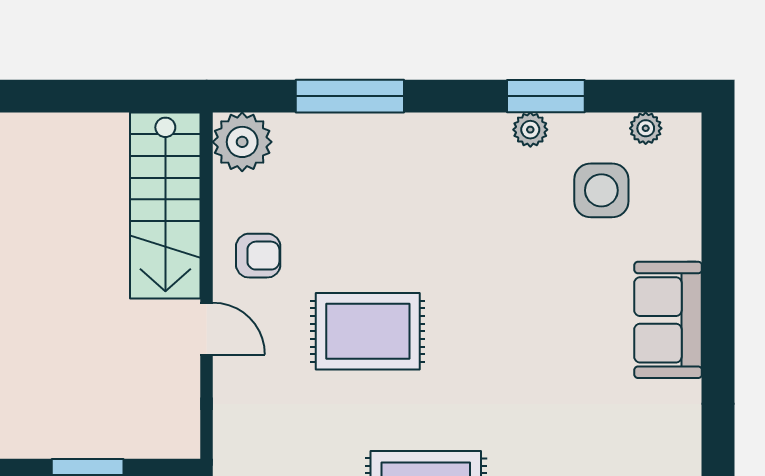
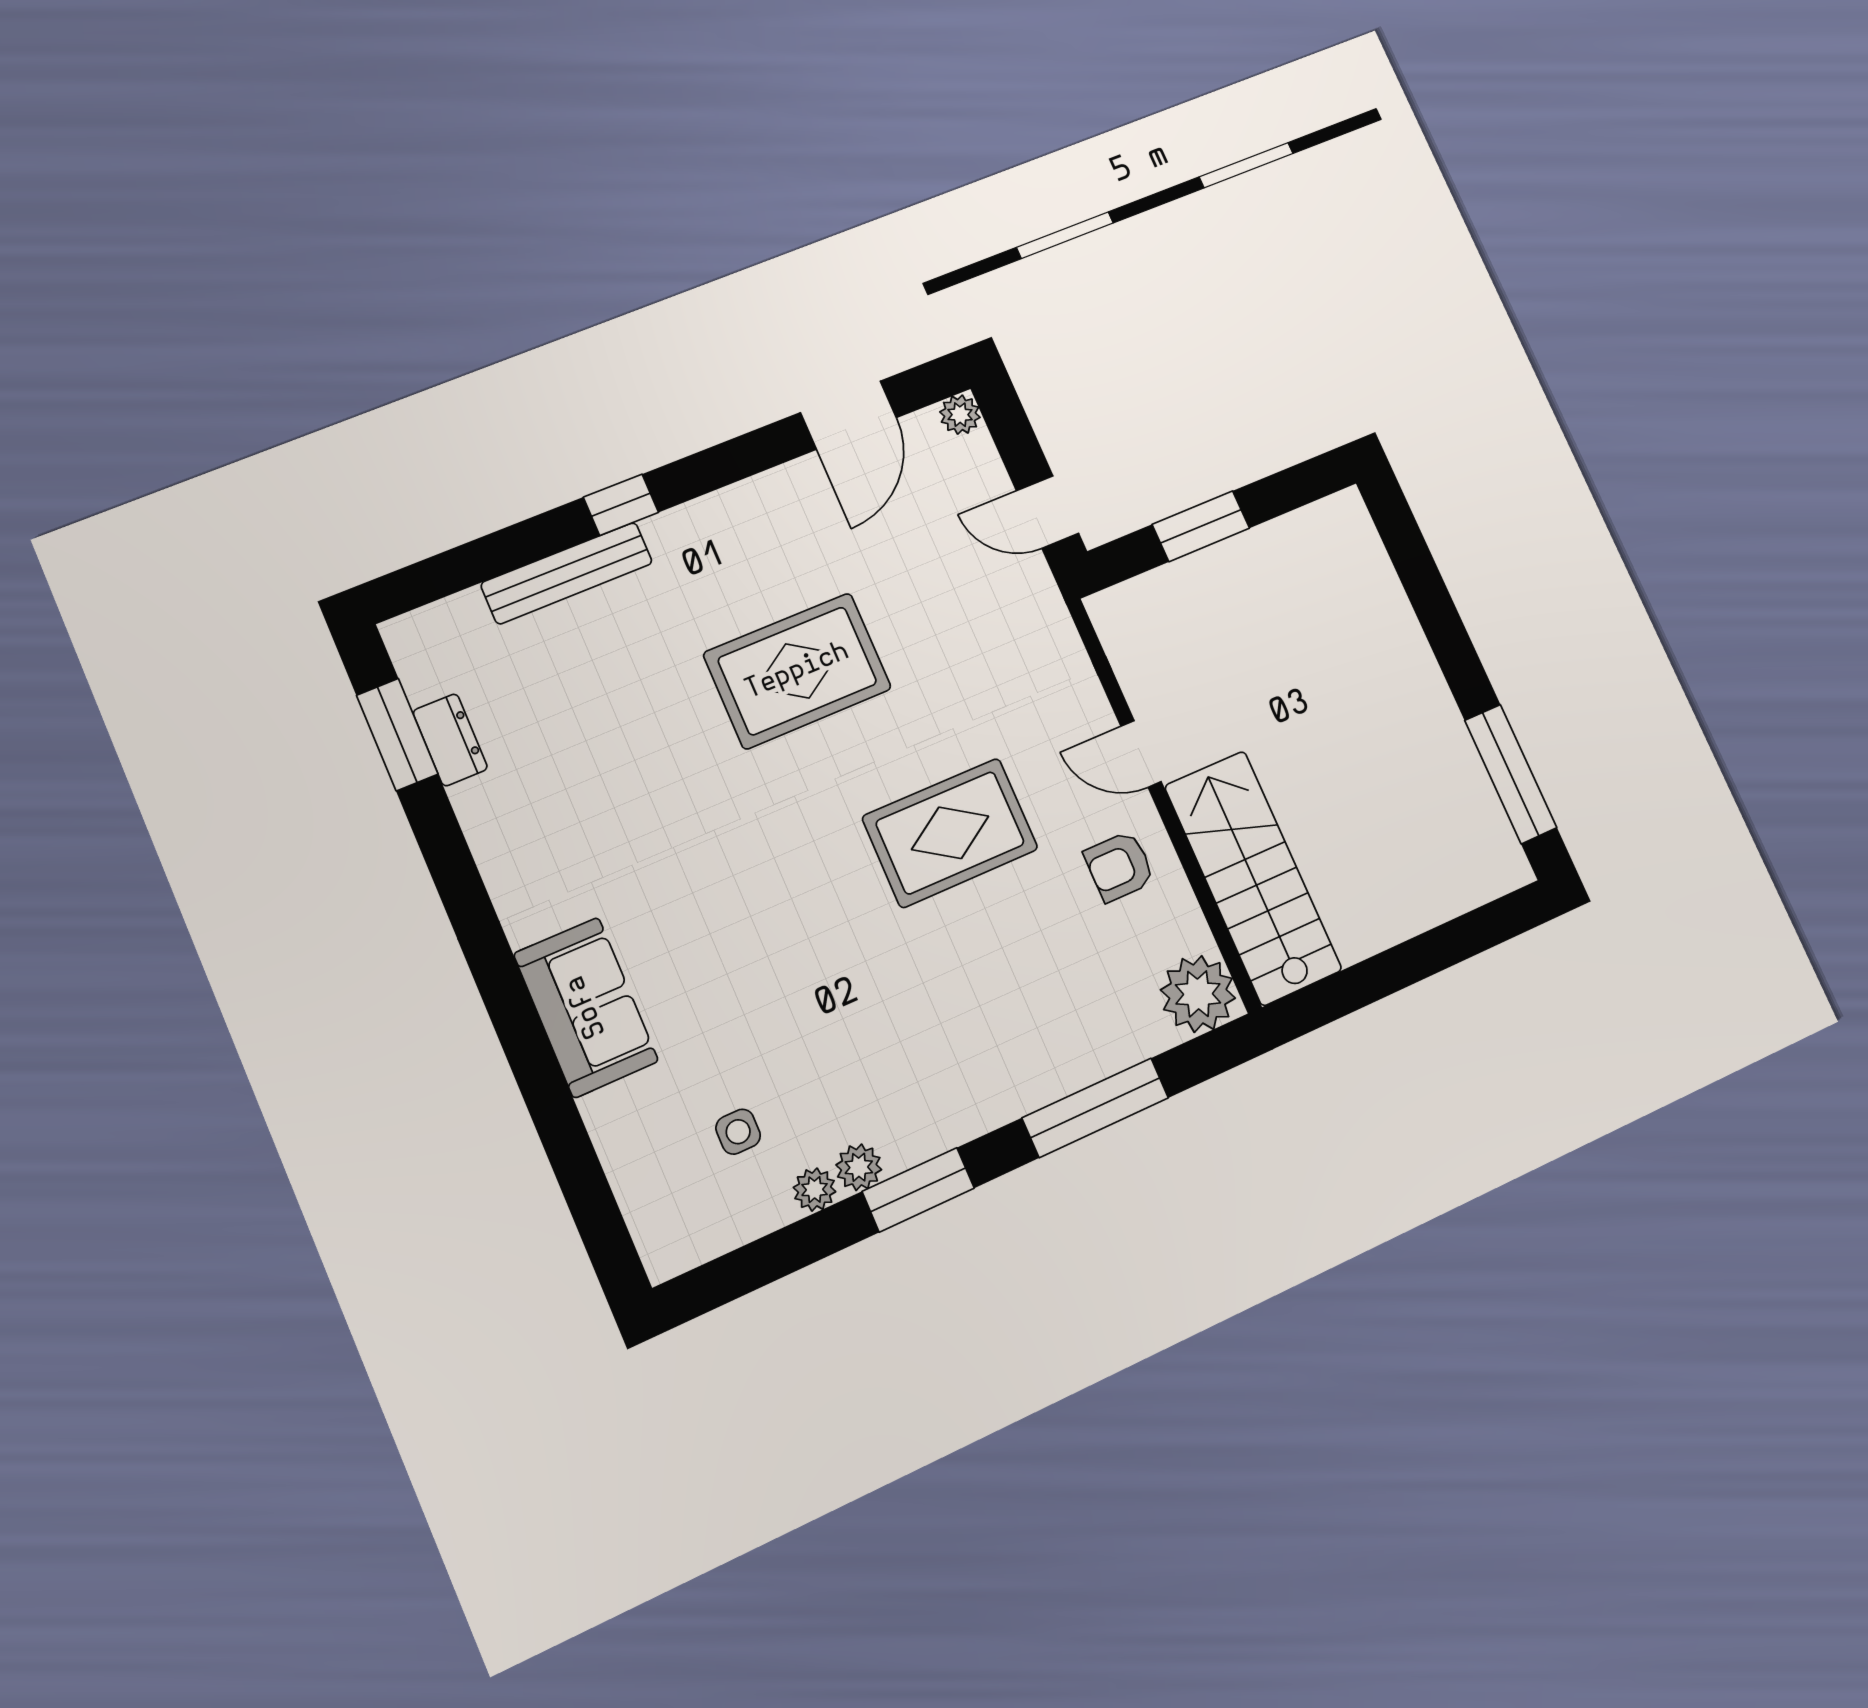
window: (546, 96) -> (918, 1190), moved
plant: (646, 128) -> (815, 1190), moved
side table: (601, 190) -> (738, 1132), width x0.54, depth x0.54

